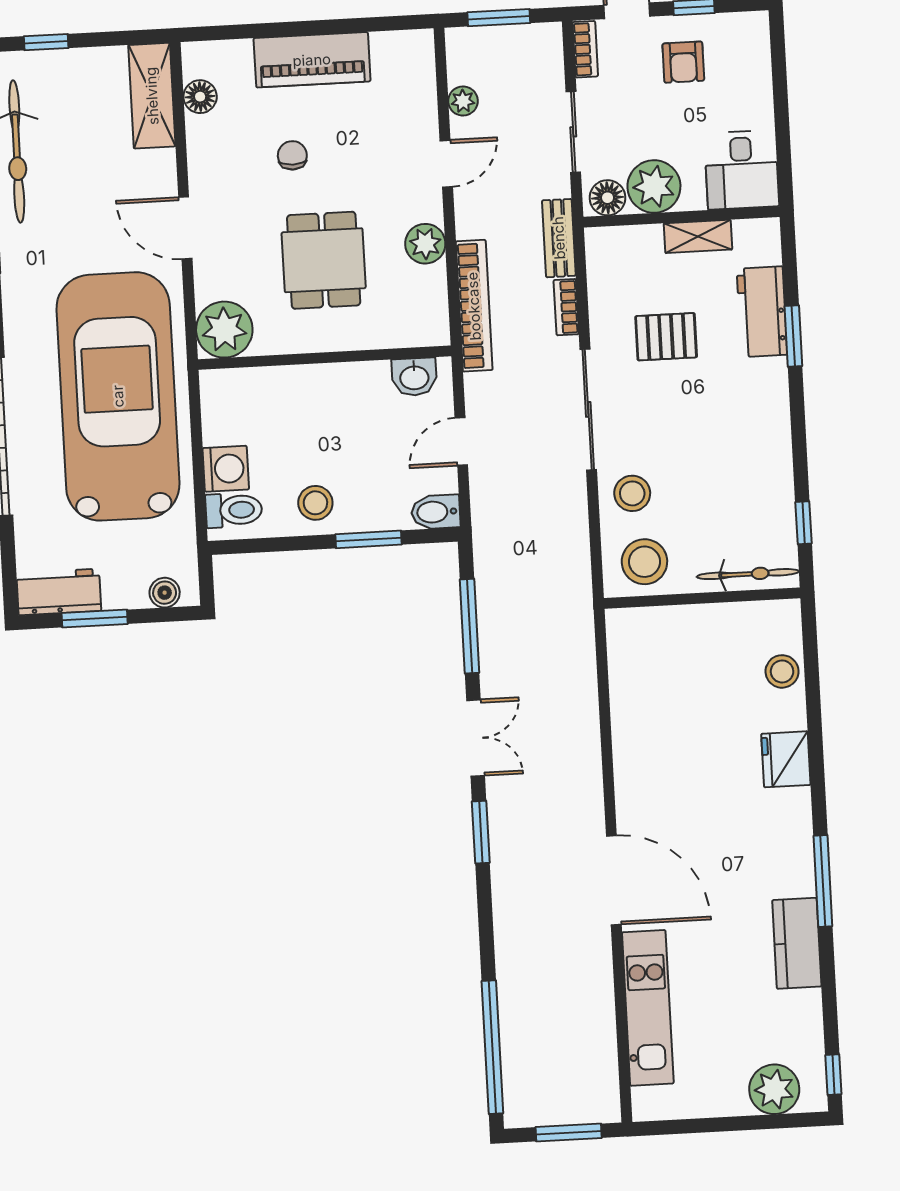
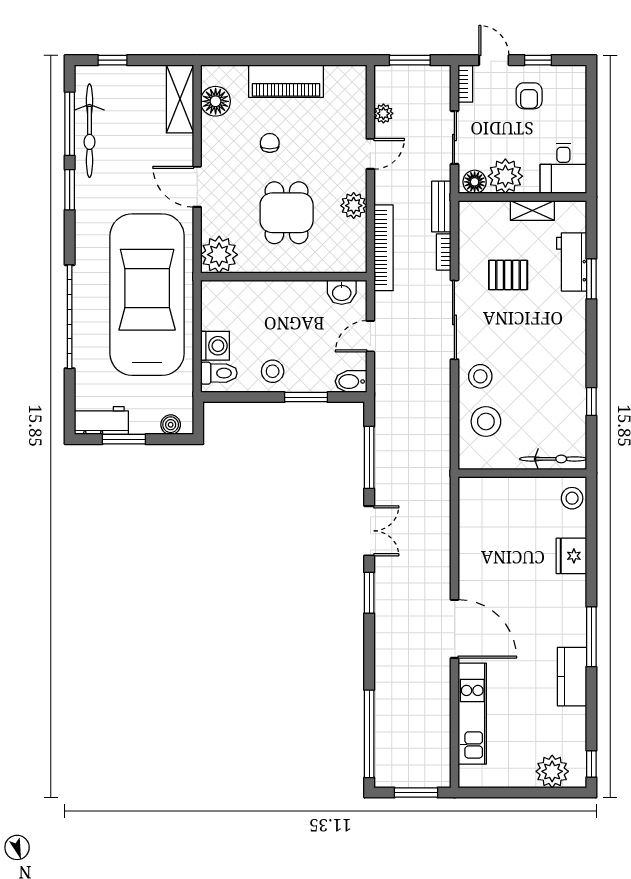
floor lamp: (200, 97) -> (216, 101), width x1.38, depth x1.38
bicycle: (748, 574) -> (553, 459), moved
wall: (702, 598) -> (522, 473), moved

